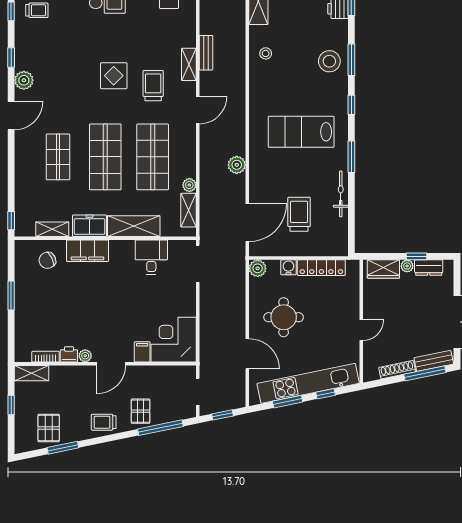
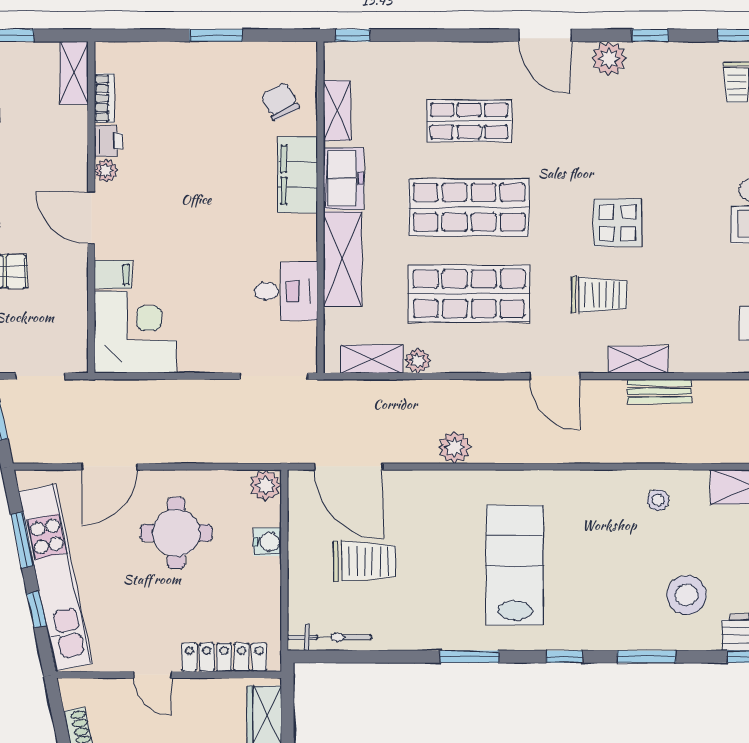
stool: (329, 61) -> (687, 595), moved
bicycle: (341, 194) -> (329, 637), moved
locker: (321, 268) -> (224, 657), moved, turned 90

